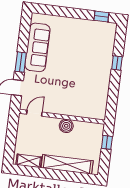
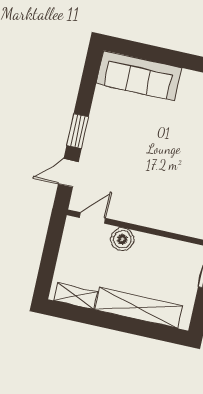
sofa: (37, 47) -> (139, 76), moved, turned 90
boiler: (66, 126) -> (122, 239), moved

